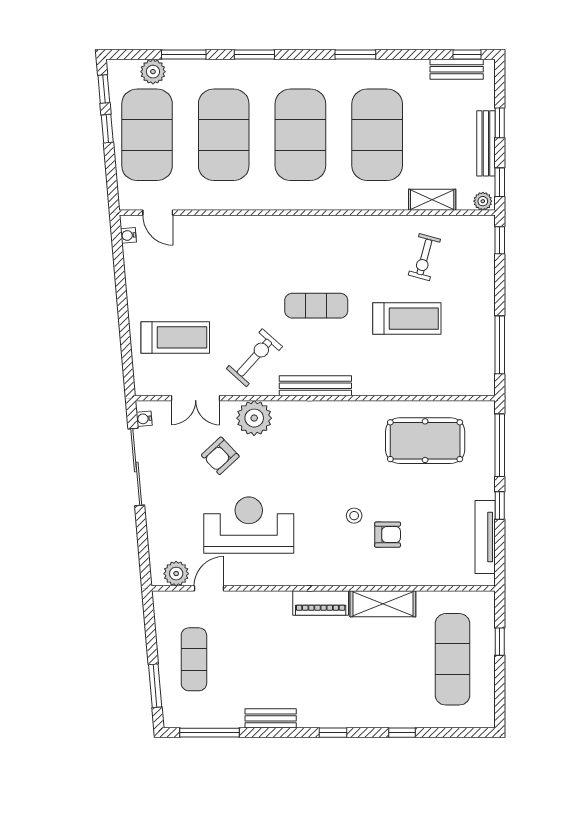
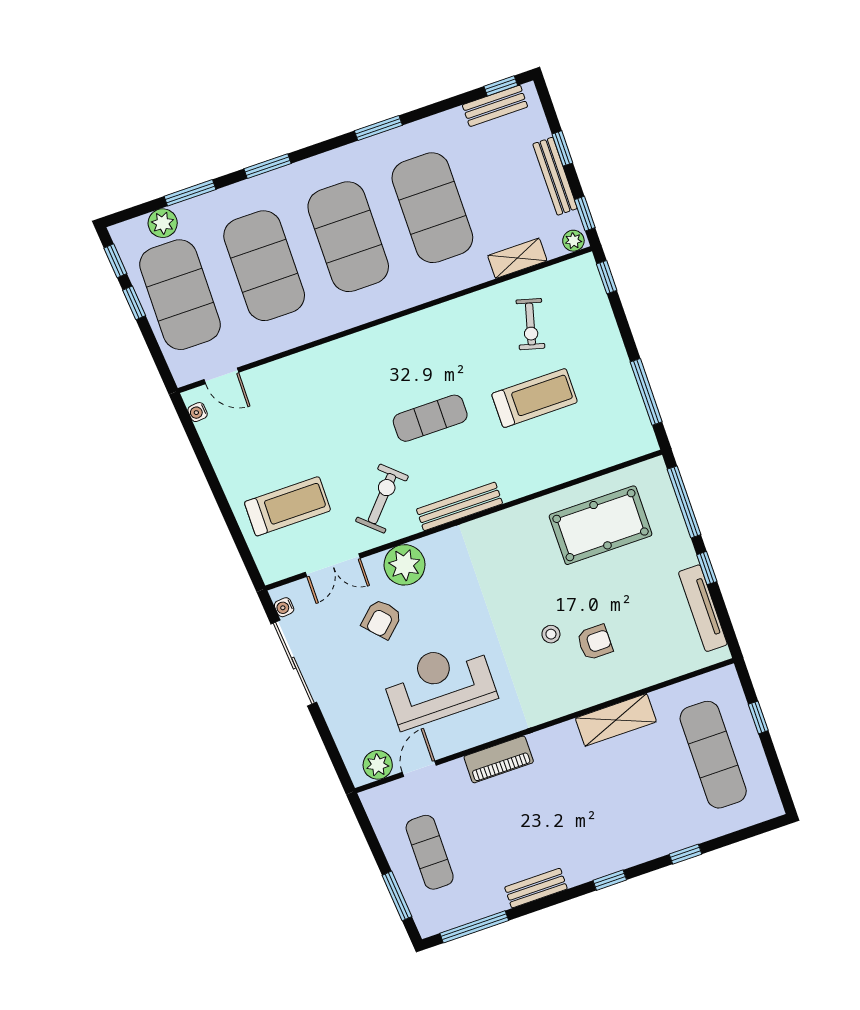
piano: (321, 603) -> (499, 759), moved

